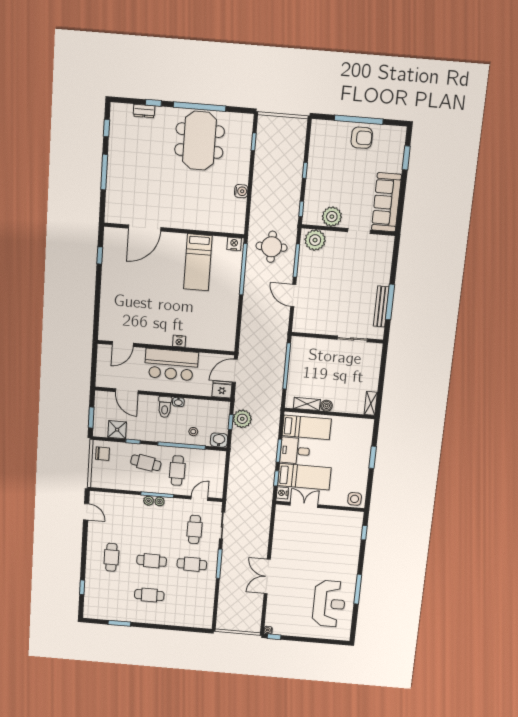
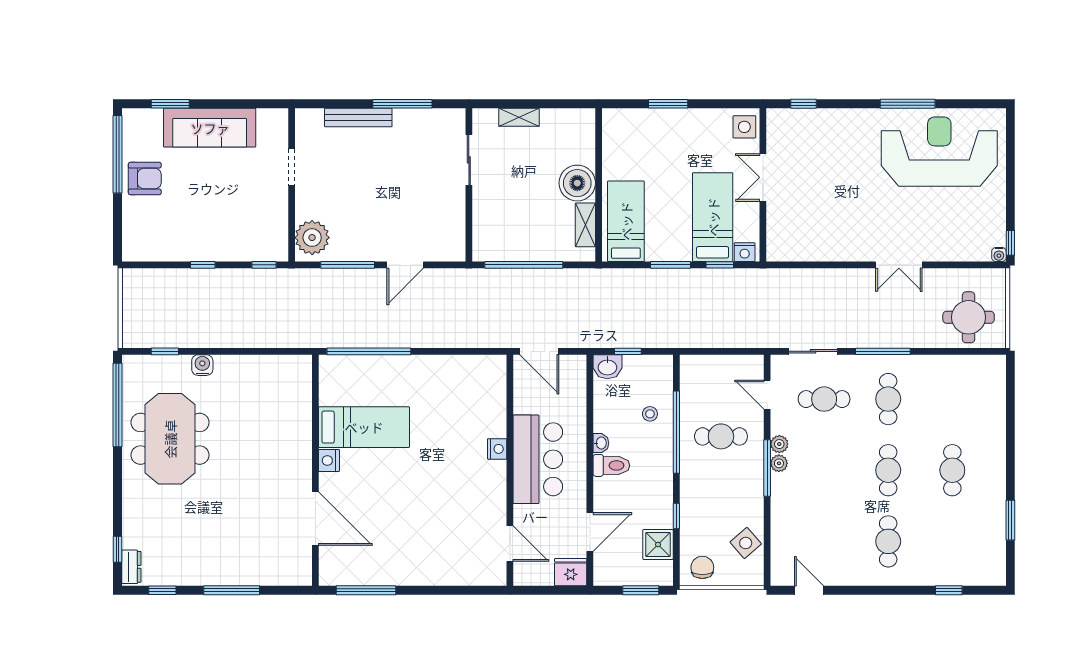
window: (153, 103) -> (118, 549), moved
window: (200, 107) -> (118, 405), moved
dresser: (144, 111) -> (131, 567), moved
window: (359, 120) -> (118, 154), moved
armchair: (362, 138) -> (145, 179), turned 90
meeting table: (199, 141) -> (170, 439), turned 90
water cooler: (241, 191) -> (202, 365), moved
sofa: (386, 202) -> (210, 128), moved
plant: (332, 217) -> (272, 214), removed
nightstand: (234, 244) -> (329, 461), moved
round table: (272, 247) -> (969, 317), moved
window: (100, 255) -> (366, 590), width x2.17
bench: (381, 306) -> (358, 118), moved
fridge: (222, 389) -> (571, 572), moved, turned 90
shelving: (371, 403) -> (519, 117), moved
boiler: (326, 406) -> (577, 183), width x1.86, depth x1.86
plant: (242, 419) -> (621, 332), removed
washbasin: (219, 440) -> (607, 367), moved, turned -90
desk: (295, 451) -> (668, 237), removed
cafe table: (146, 463) -> (712, 492), removed
side table: (115, 479) -> (746, 543), added
plant: (149, 501) -> (779, 444), moved
double door: (304, 505) -> (763, 177), moved
door: (86, 512) -> (809, 590), hinge flipped
cafe table: (111, 557) -> (888, 541), turned 90
double door: (267, 577) -> (899, 265), width x0.73
reception desk: (329, 604) -> (939, 152), width x1.36, depth x1.30

